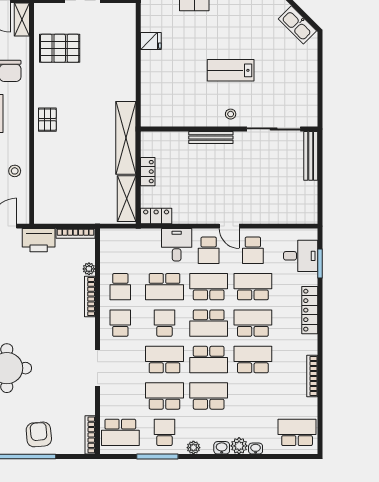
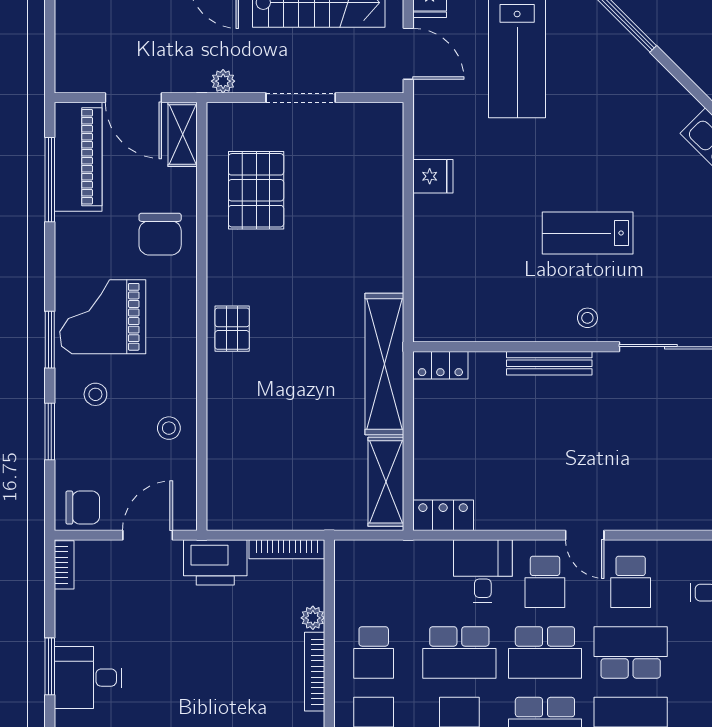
pallet: (60, 48) -> (256, 190), turned 90
locker: (148, 172) -> (440, 365), moved, turned 90
school desk: (209, 287) -> (545, 652), turned 180

